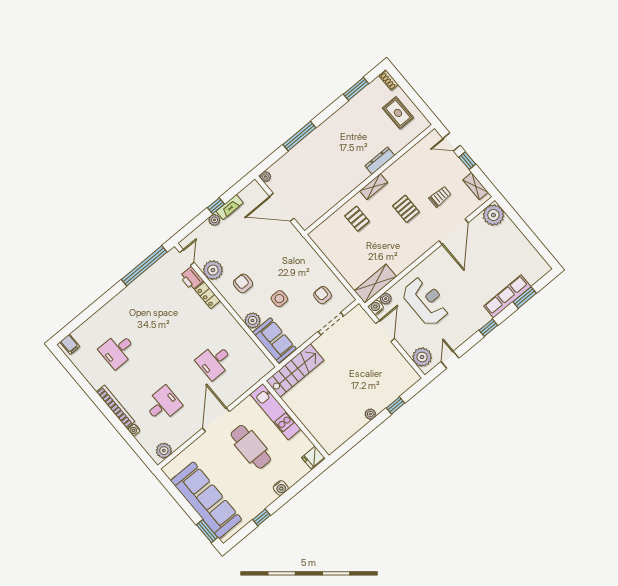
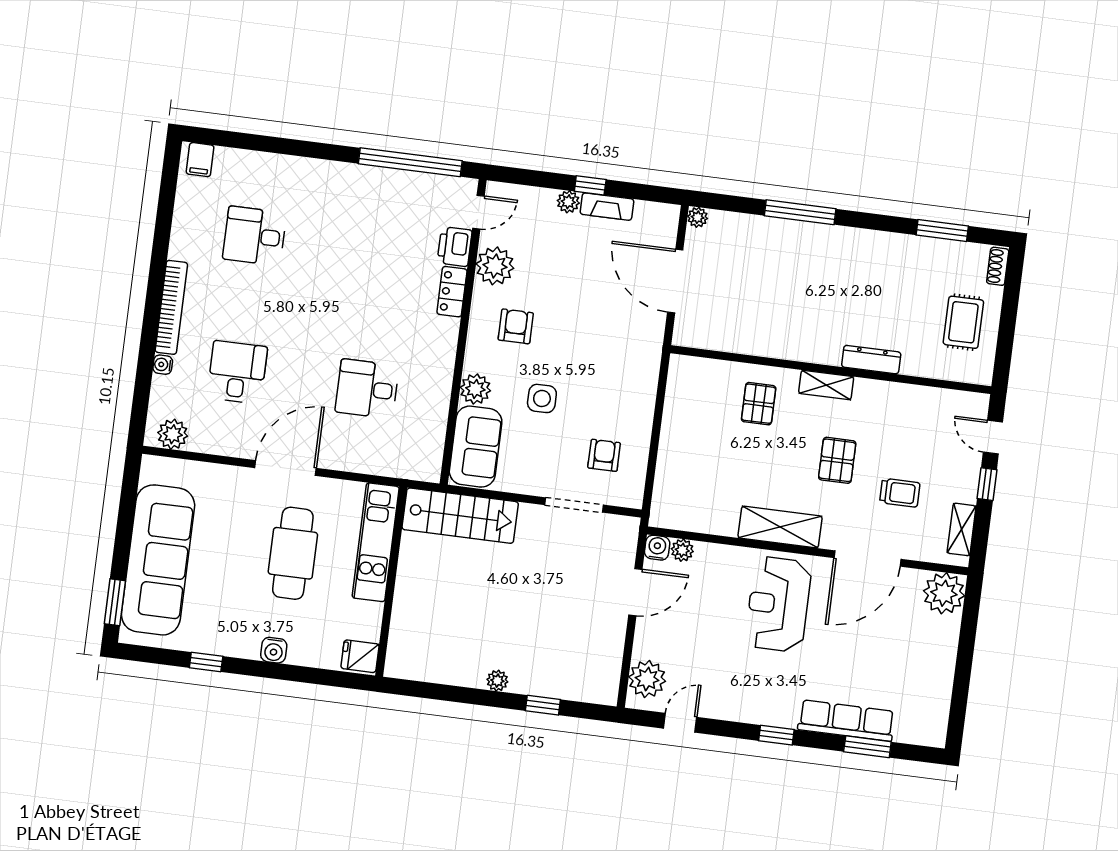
shelving: (375, 284) -> (780, 527), moved
reception desk: (426, 301) -> (778, 604), moved, turned 180
desk: (163, 405) -> (237, 372), turned -90

